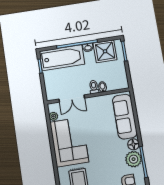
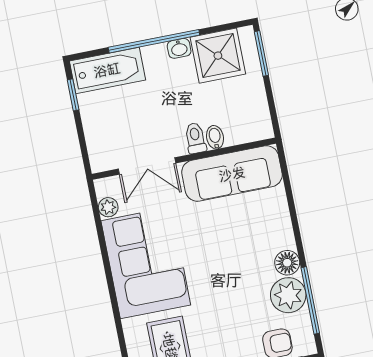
bathtub: (62, 58) -> (107, 70), width x0.73, depth x0.73
sofa: (125, 117) -> (232, 174), moved, turned -90

